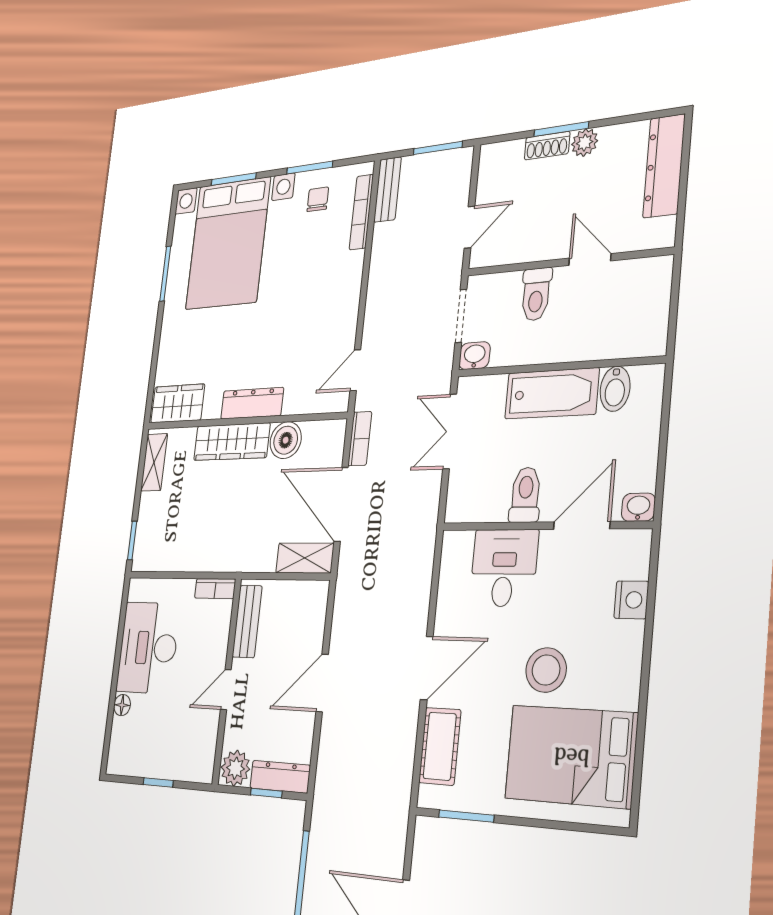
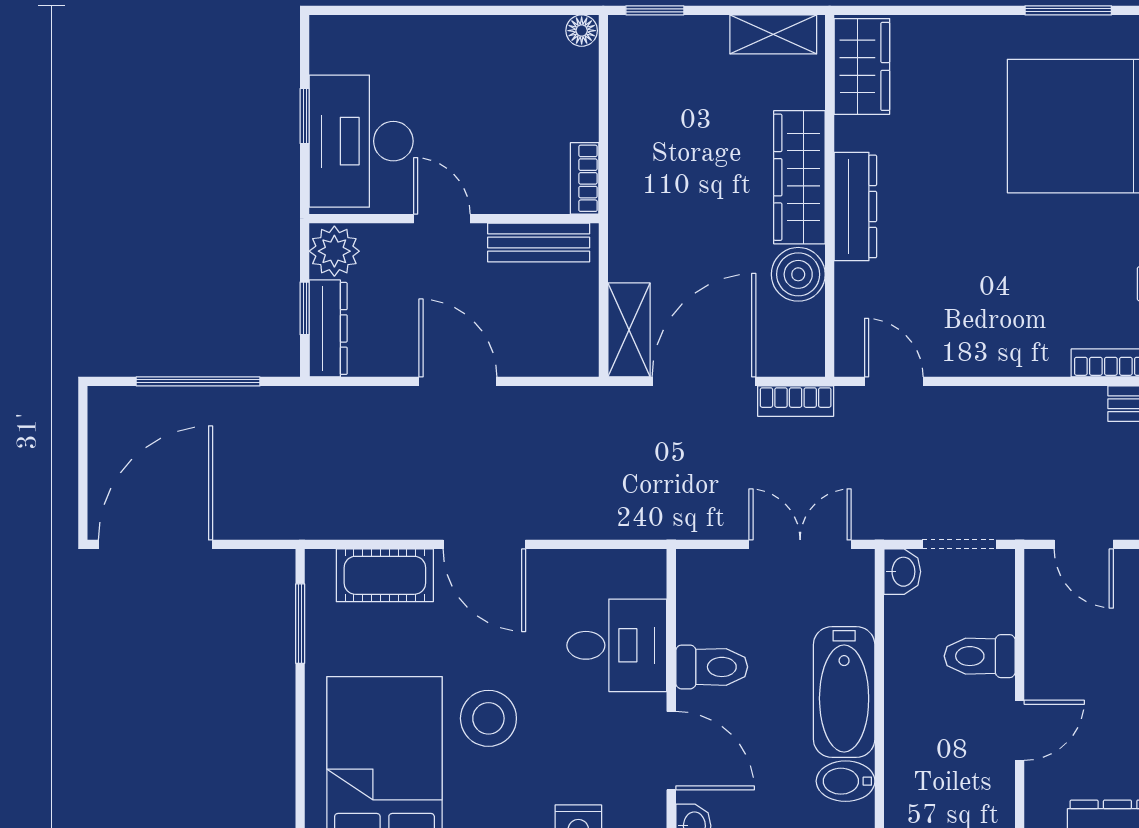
desk: (148, 648) -> (361, 141), moved, turned -90
floor lamp: (122, 705) -> (582, 31), moved

